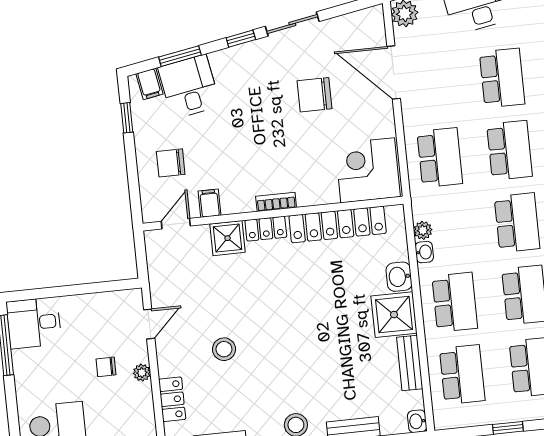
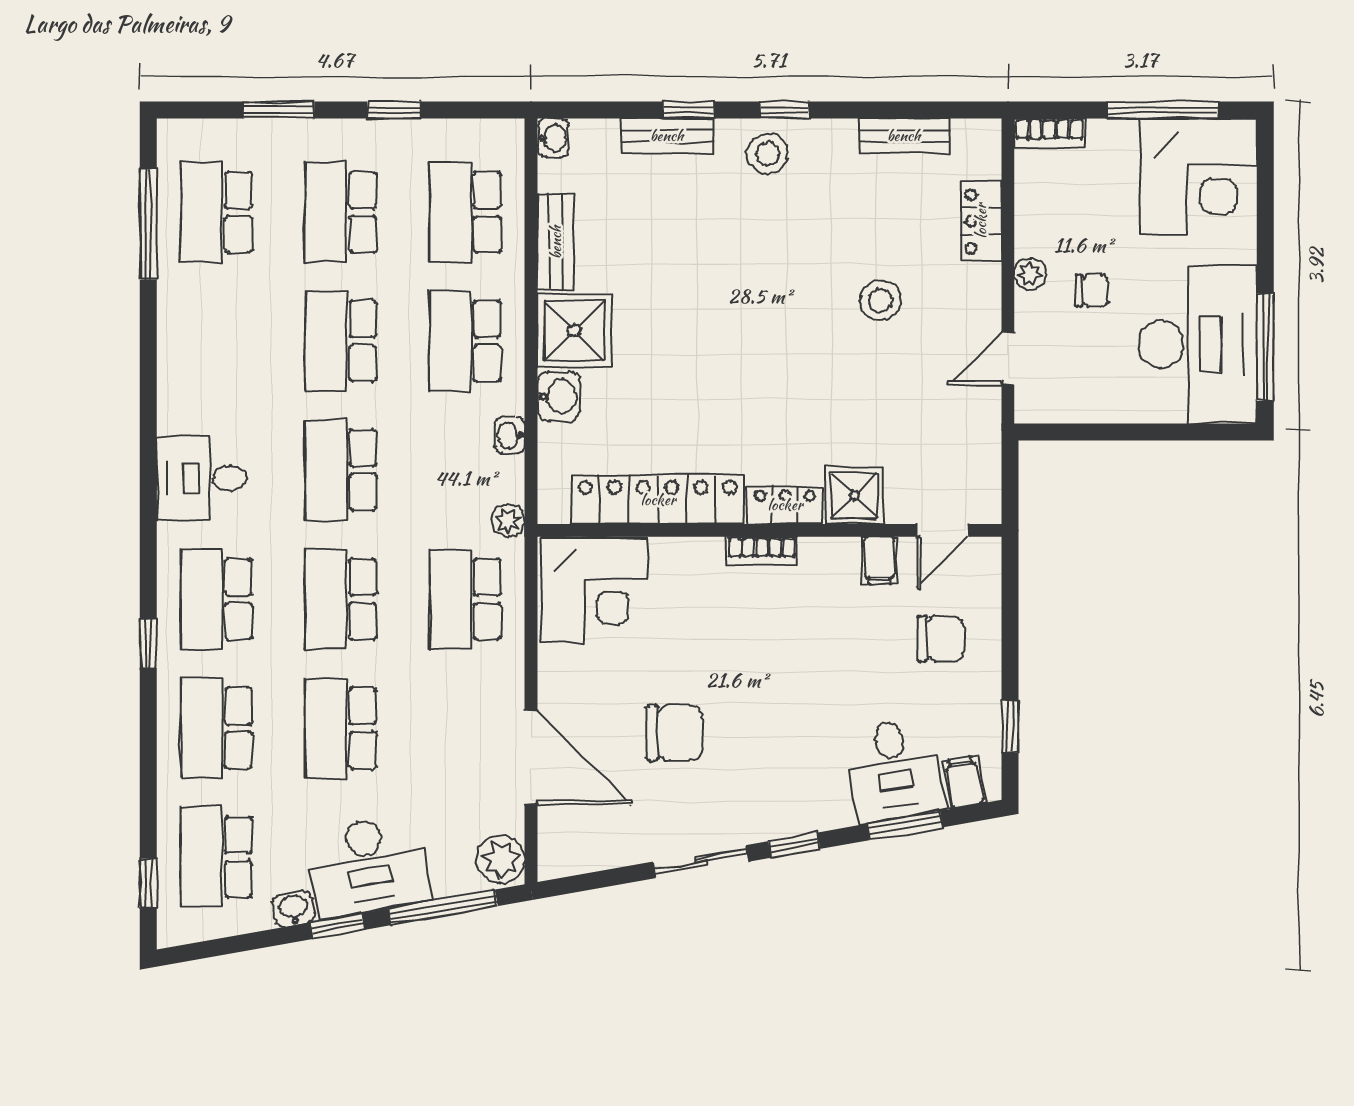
plant: (423, 230) -> (508, 521), moved
desk: (34, 323) -> (1198, 344), width x1.87, depth x1.30

